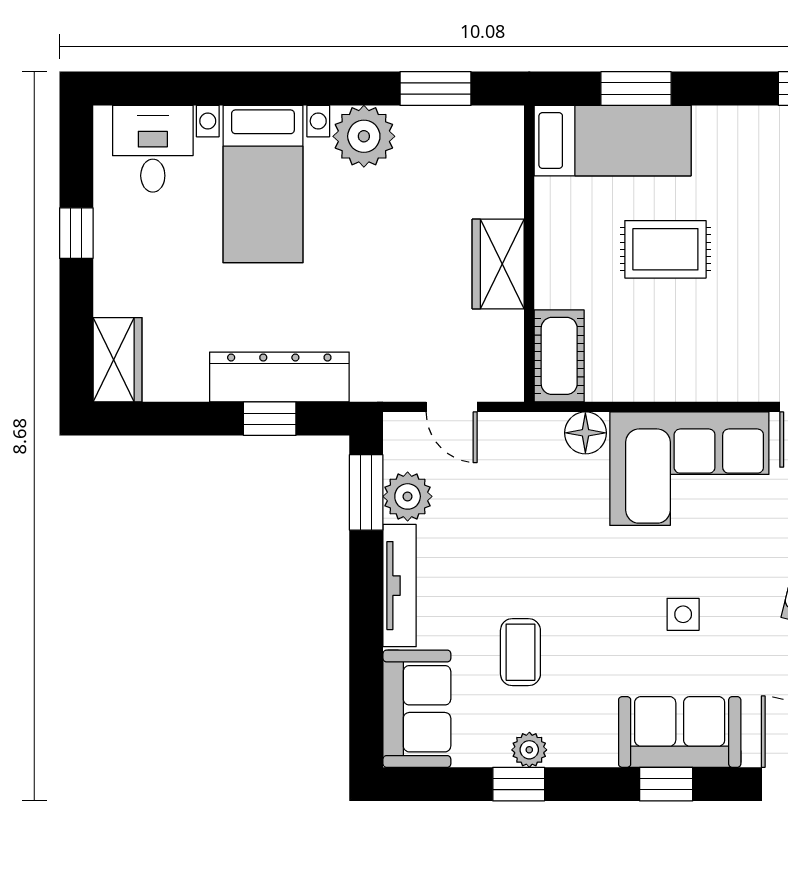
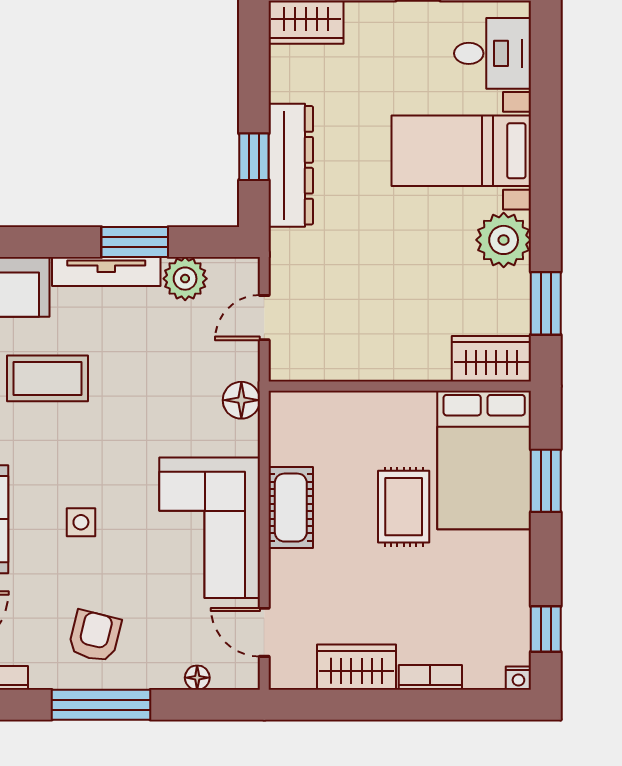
bed: (613, 141) -> (484, 460), width x1.50
wardrobe: (498, 264) -> (491, 359), moved
cot: (559, 356) -> (291, 508), moved, turned 90
floor lamp: (585, 433) -> (241, 400), moved
window: (366, 492) -> (135, 242), moved
coffee table: (520, 652) -> (47, 378), width x1.36, depth x1.30

